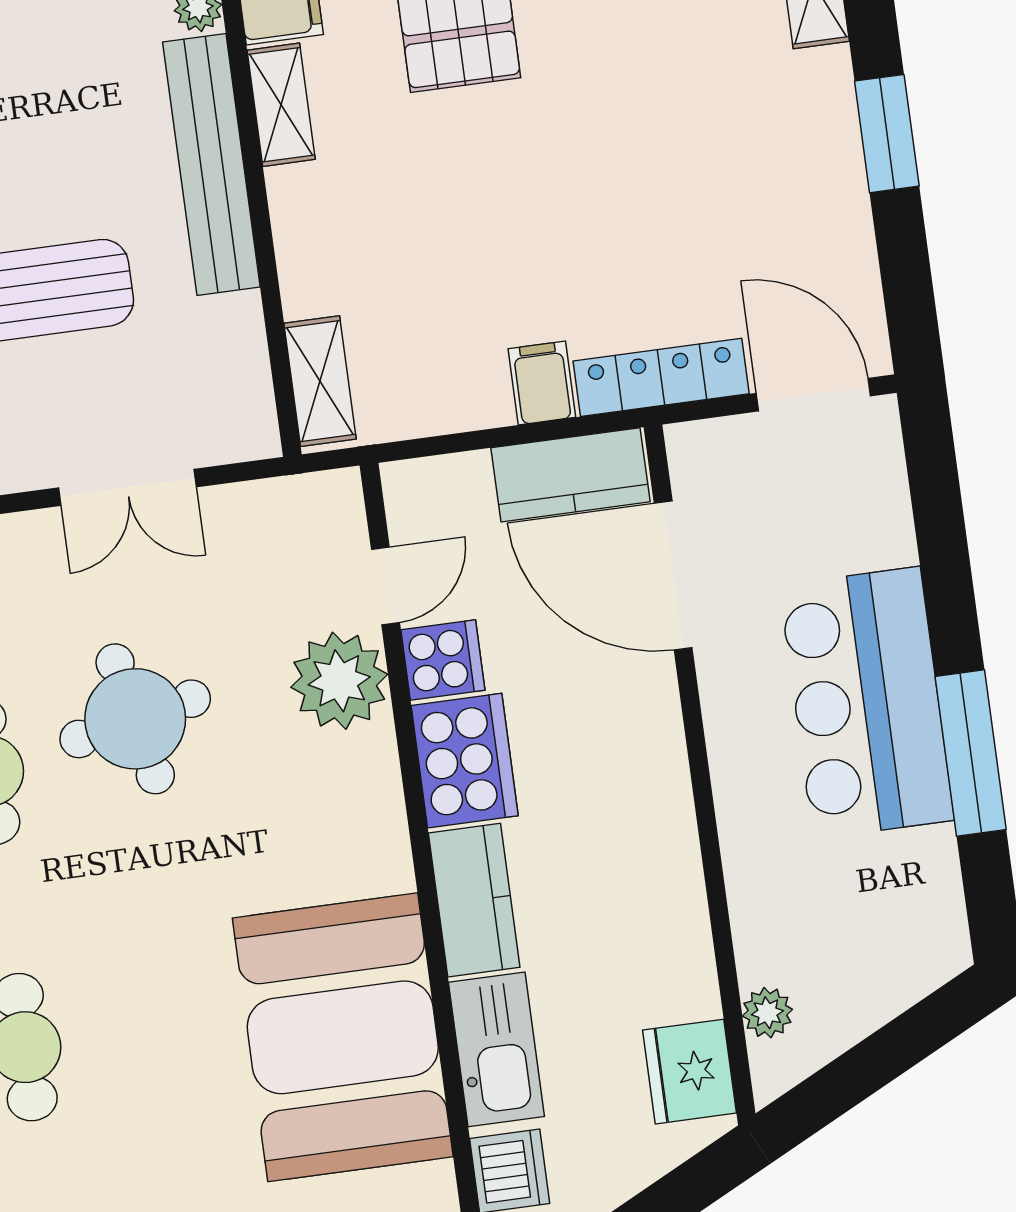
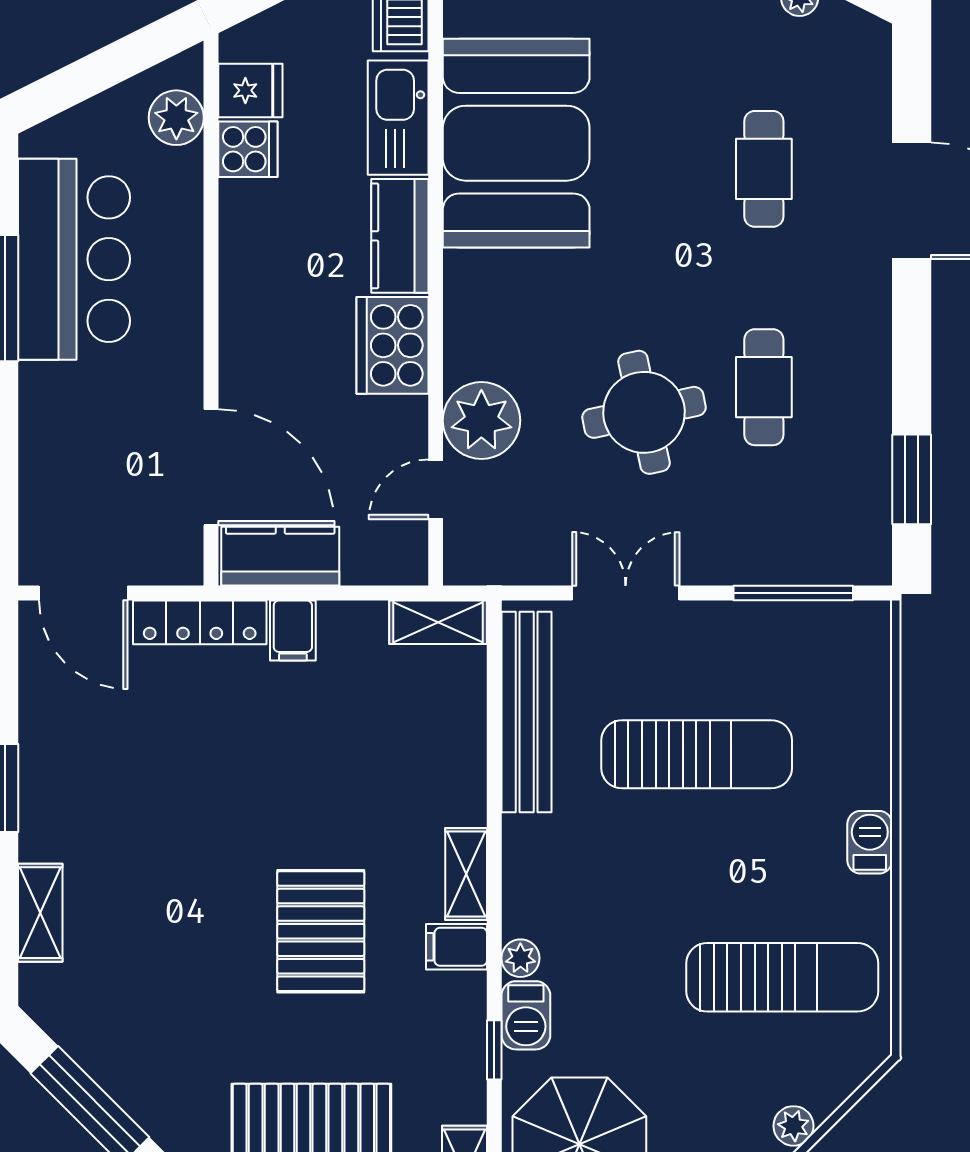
bench: (211, 164) -> (527, 712), moved
shelving: (320, 381) -> (438, 622), moved, turned 90
cooker: (443, 660) -> (248, 149), moved, turned 180
bar counter: (867, 703) -> (74, 259), moved
plant: (767, 1013) -> (176, 118), width x1.38, depth x1.38
fridge: (690, 1072) -> (250, 90), width x0.72

